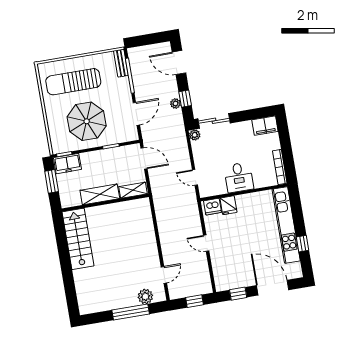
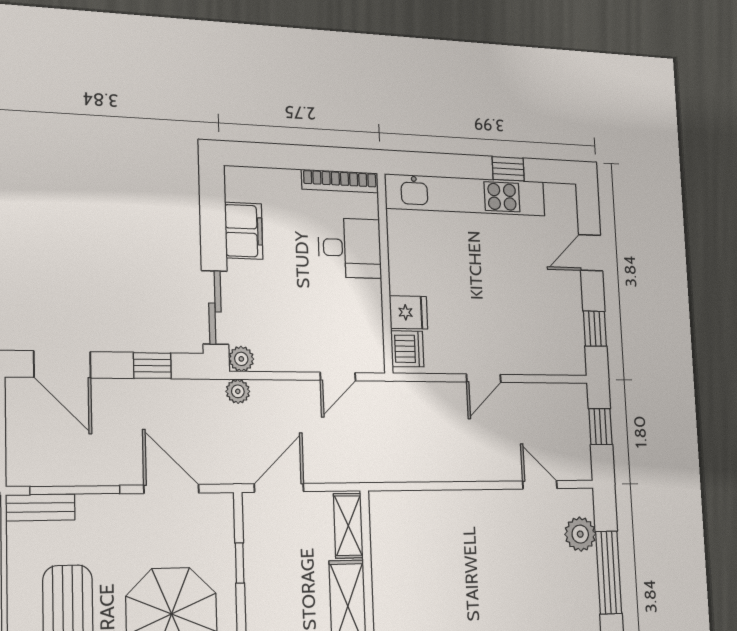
door: (179, 63) -> (62, 364), hinge flipped
plant: (175, 104) -> (238, 391), moved
filing cabinet: (265, 126) -> (244, 231), moved
desk: (239, 177) -> (350, 248), moved
door: (273, 288) -> (591, 253), width x0.53

